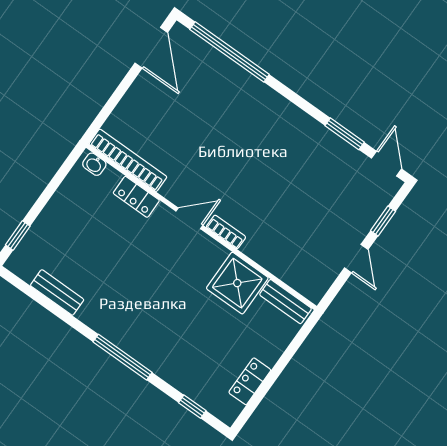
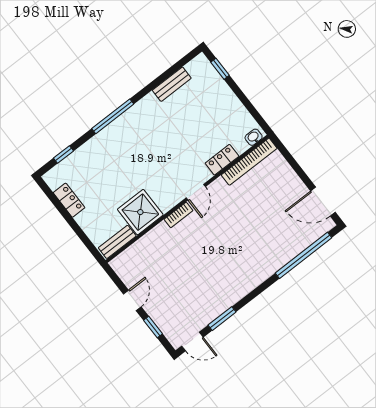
door: (356, 259) -> (132, 300), swing flipped

